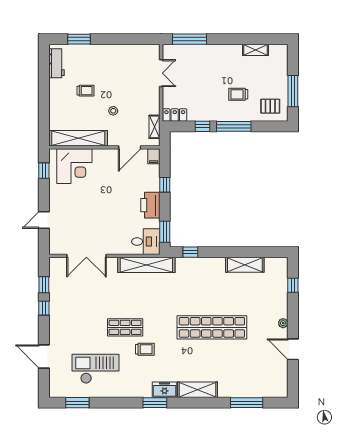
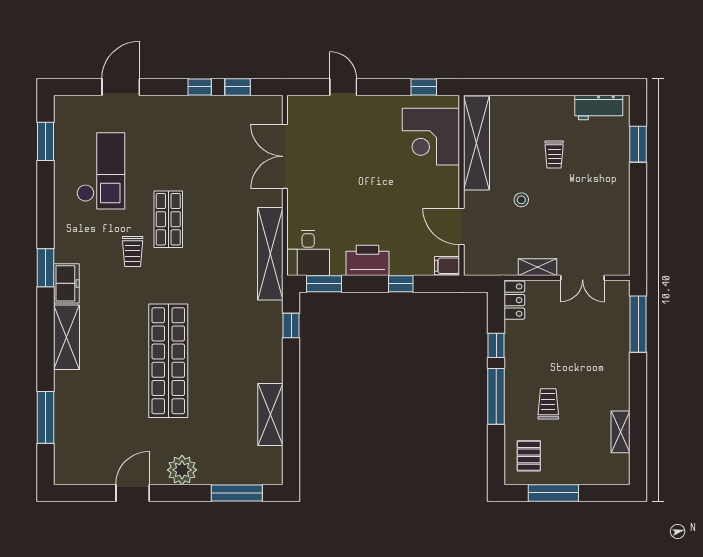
shelving: (154, 127) -> (538, 267), moved
window: (293, 285) -> (237, 493), width x2.17
plant: (283, 323) -> (182, 470), width x1.88, depth x1.88

